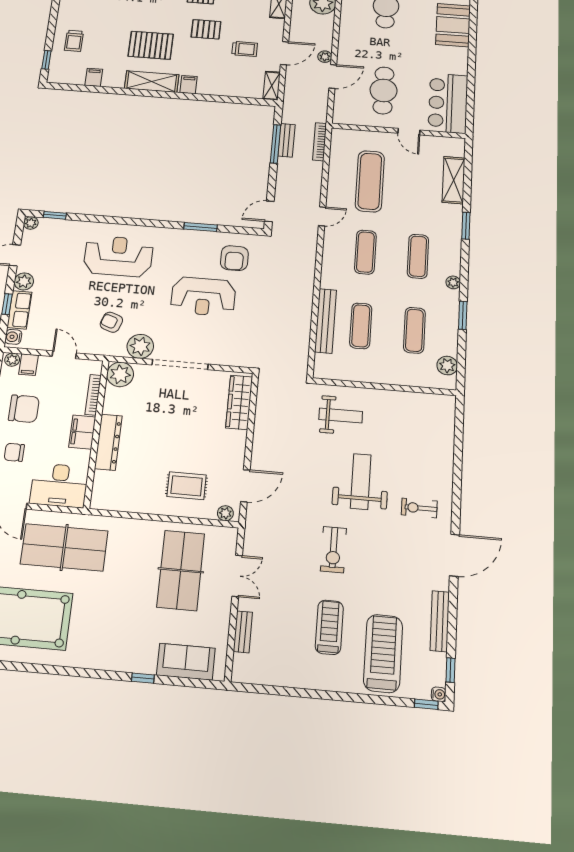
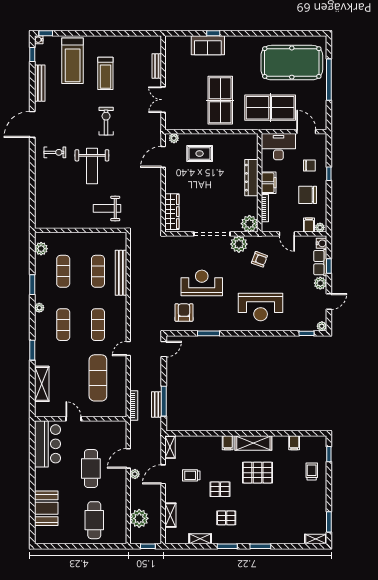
cafe table: (384, 90) -> (91, 469), moved
table tennis table: (181, 570) -> (220, 100), moved
sofa: (186, 662) -> (208, 45), moved

